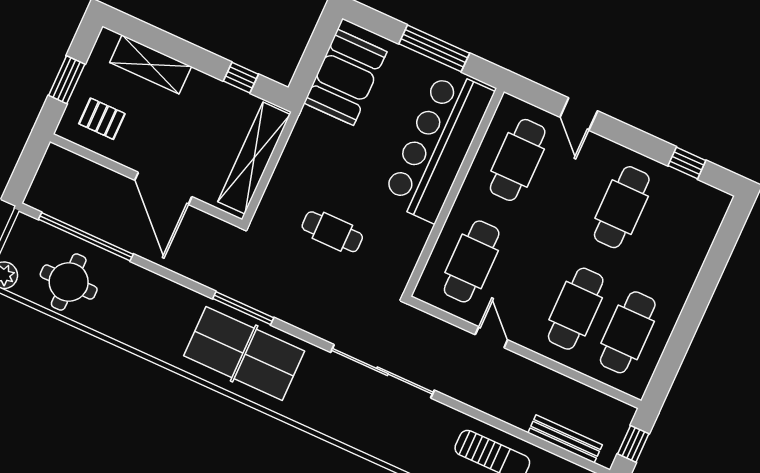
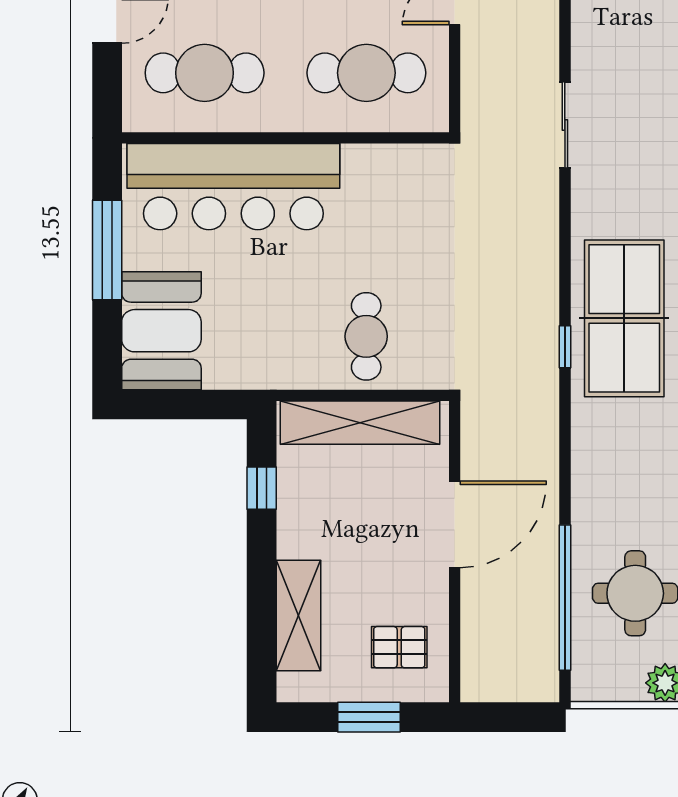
booth: (345, 77) -> (161, 331), moved, turned 90
pallet: (102, 119) -> (399, 647), turned 90
cafe table: (332, 232) -> (366, 336), moved
window: (243, 308) -> (565, 347), width x0.46
sliding door: (382, 371) -> (565, 125), width x0.54

